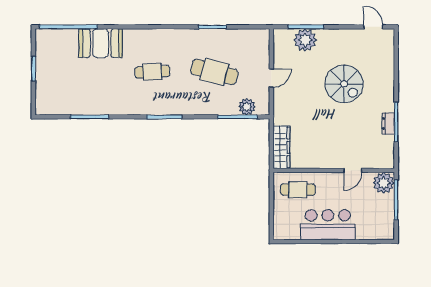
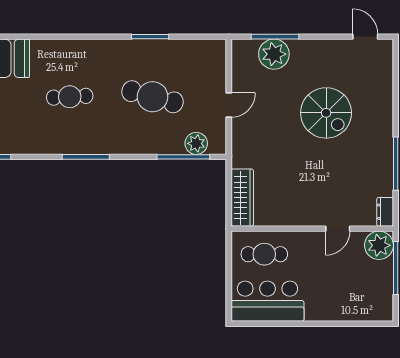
dresser: (388, 123) -> (385, 212), moved
bar counter: (328, 225) -> (267, 301), moved

